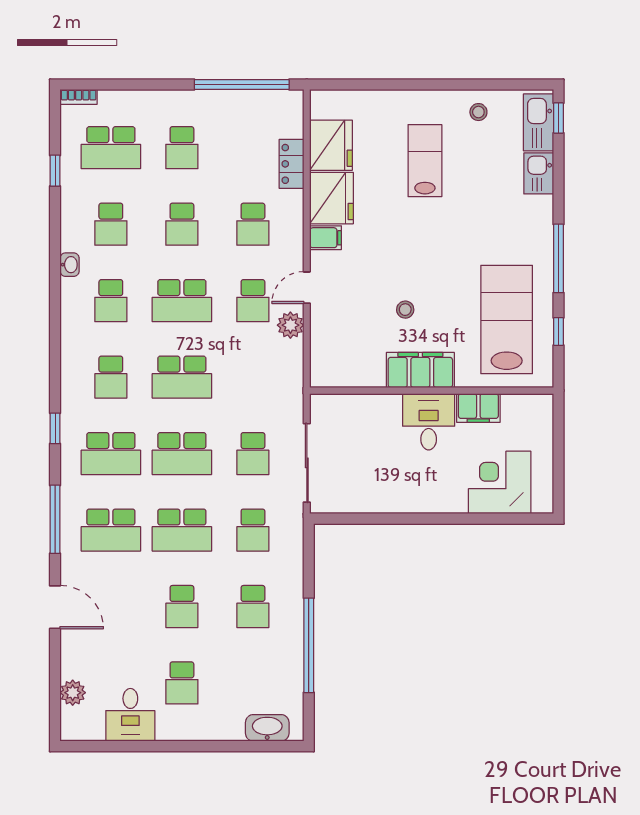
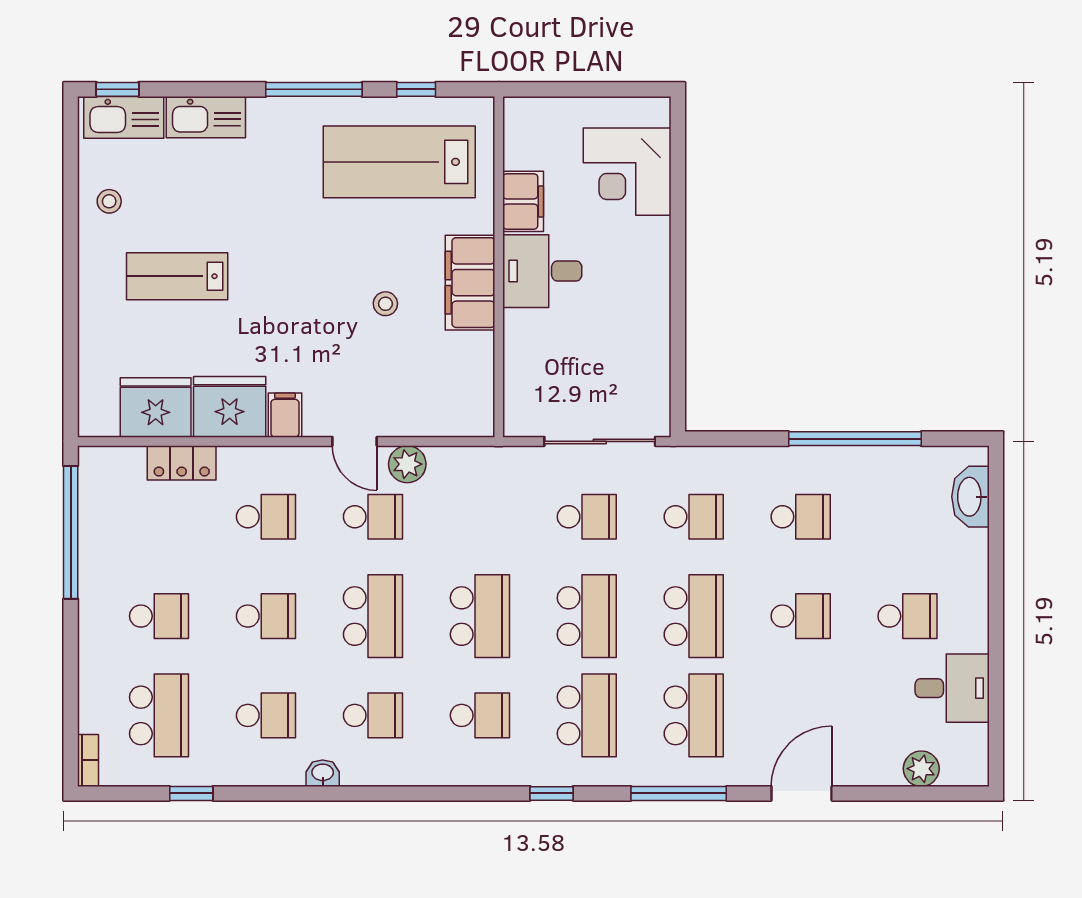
kitchen sink: (539, 173) -> (206, 117), width x1.38

